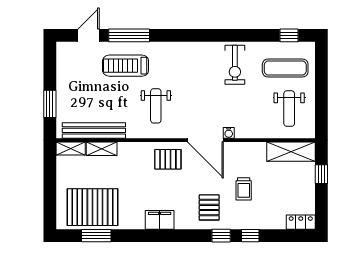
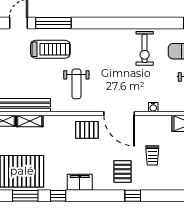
treadmill: (126, 66) -> (50, 49), turned 180
water cooler: (229, 133) -> (153, 107), moved
window: (250, 236) -> (58, 196), moved

